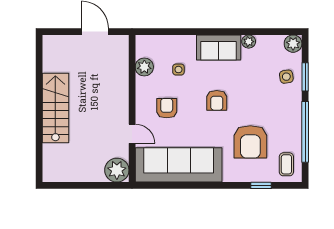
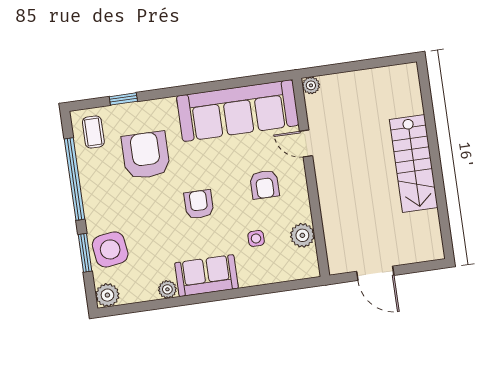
side table: (286, 77) -> (110, 249), width x1.87, depth x1.87
plant: (117, 170) -> (311, 85), width x0.53, depth x0.53

